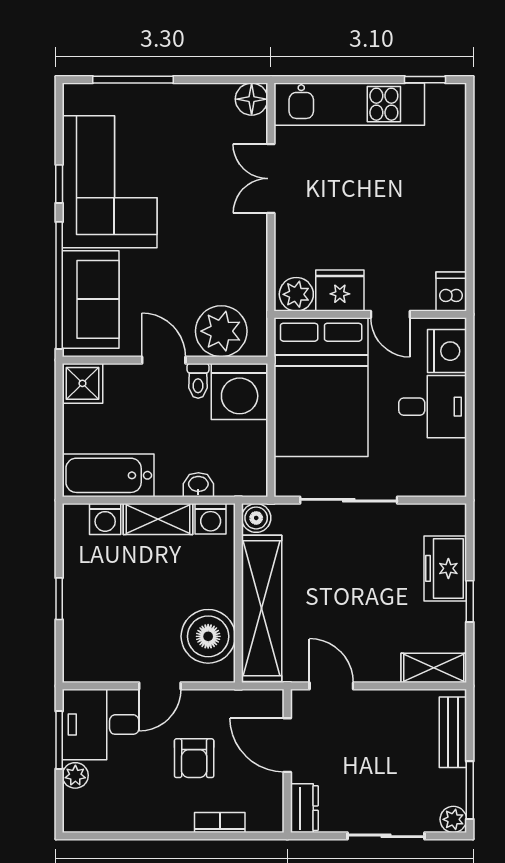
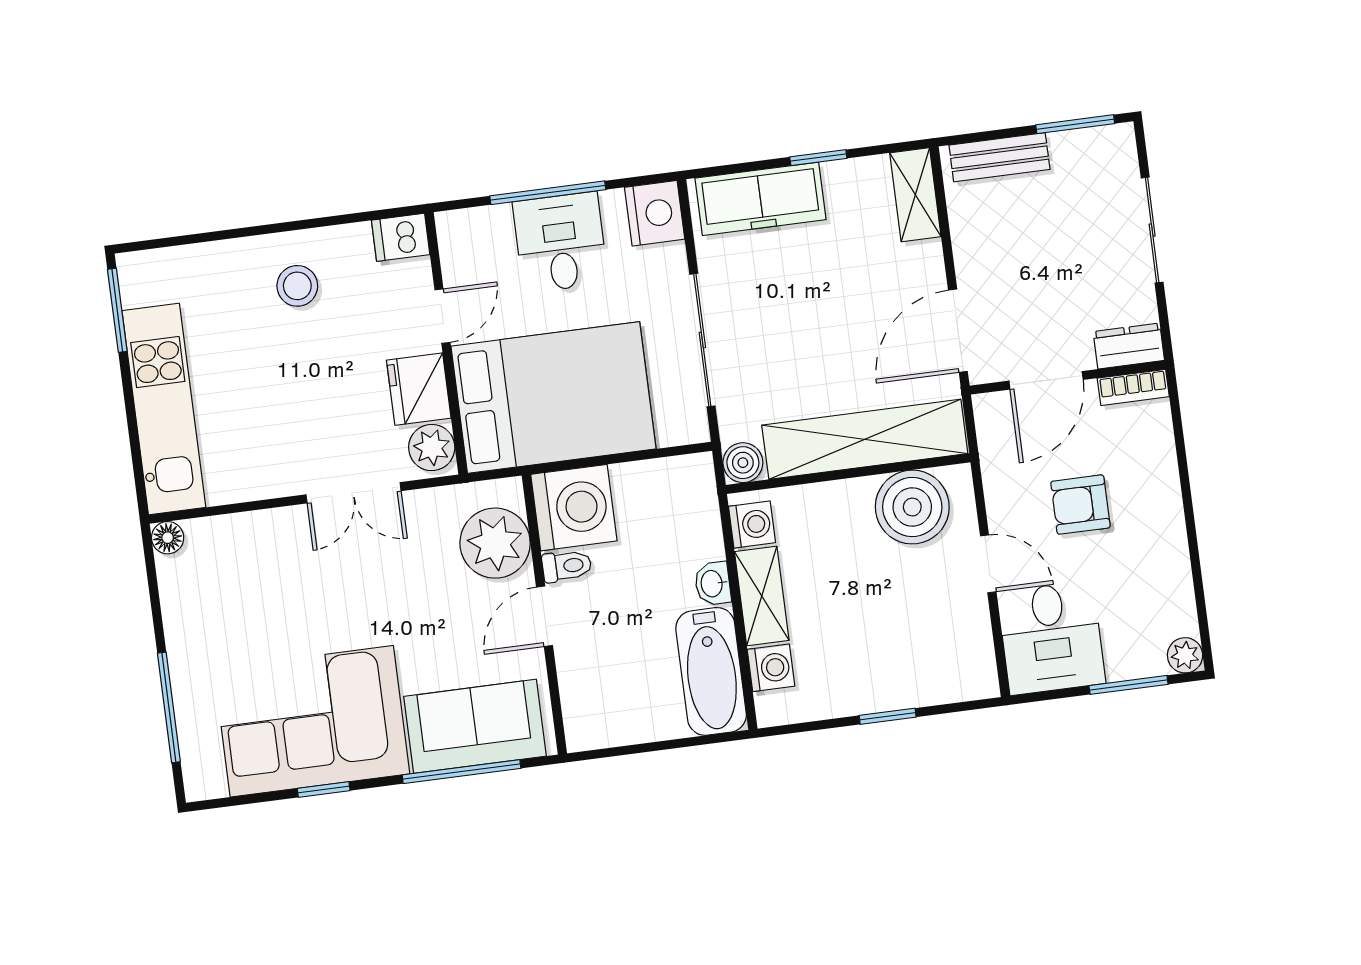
window: (425, 80) -> (117, 310), width x1.50
floor lamp: (252, 99) -> (168, 538), width x0.73, depth x0.73
double door: (271, 179) -> (354, 493), moved
stool: (426, 212) -> (297, 286), added
window: (59, 285) -> (461, 772), width x0.68
nightstand: (447, 351) -> (655, 213), moved, turned 90
shower: (82, 383) -> (591, 723), removed
window: (470, 402) -> (548, 193), added
washbasin: (198, 485) -> (713, 584), moved
freezer: (445, 568) -> (760, 199), width x1.40
door: (331, 686) -> (958, 331), width x1.38
window: (59, 740) -> (1129, 685), moved
armchair: (194, 758) -> (1080, 505), turned 180
plant: (75, 775) -> (1185, 655), moved
plant: (453, 819) -> (1118, 141), removed
bookcase: (220, 823) -> (1133, 387), moved, turned -90

